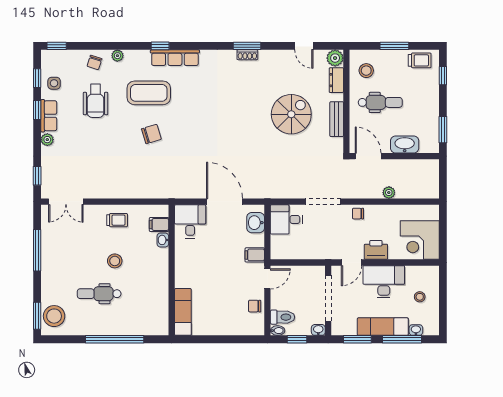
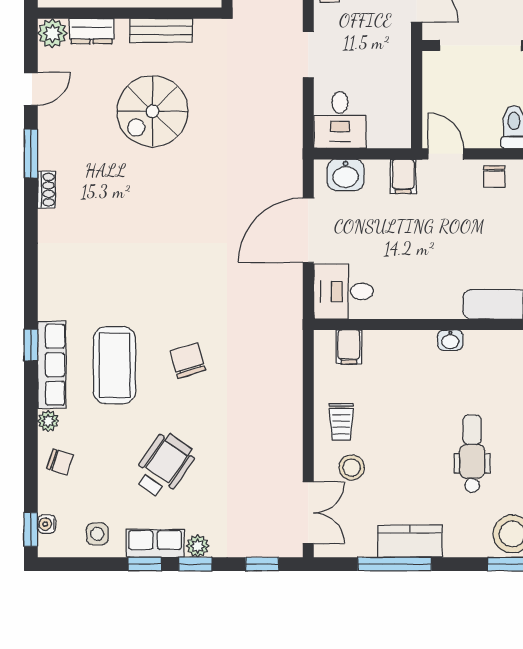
window: (247, 46) -> (31, 154), moved
water cooler: (60, 55) -> (47, 524), added
row of seats: (175, 58) -> (52, 365), moved
window: (37, 78) -> (195, 564), moved
wheelchair: (96, 101) -> (164, 466), moved, turned -55
spiral stairs: (291, 114) -> (152, 111), turned -90
doorway: (323, 202) -> (308, 55), width x0.73
trolley: (117, 220) -> (341, 422), turned 180
washbasin: (163, 240) -> (450, 340), moved
kitchen counter: (50, 259) -> (410, 541), added
stool: (115, 261) -> (352, 468), moved
dental chair: (99, 294) -> (472, 454), turned 180

